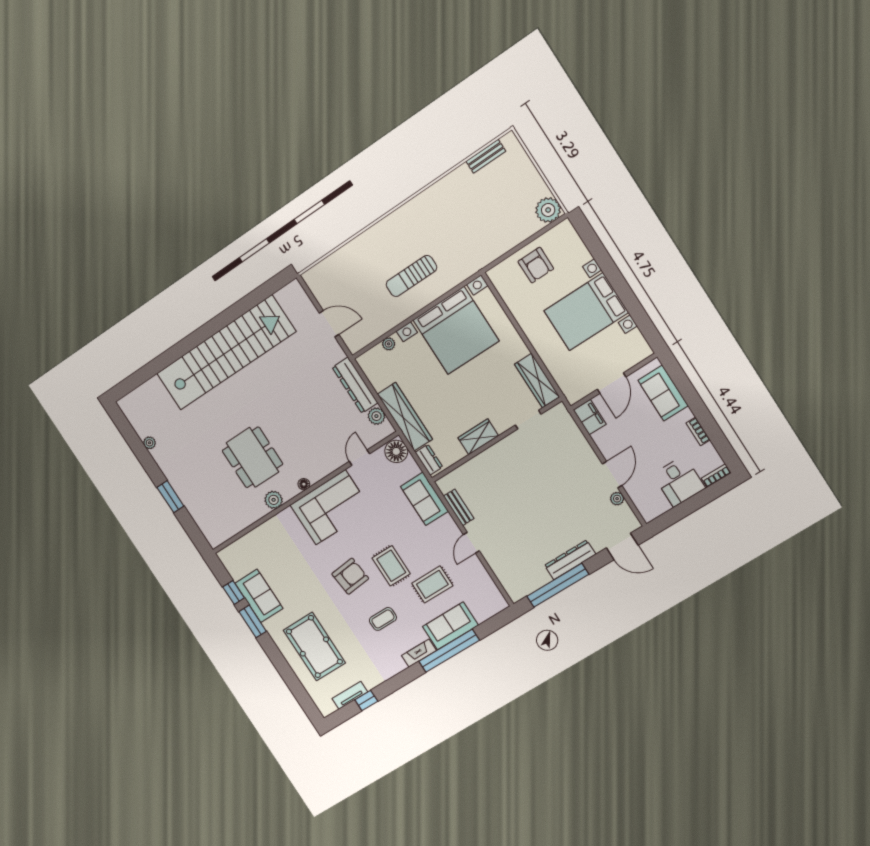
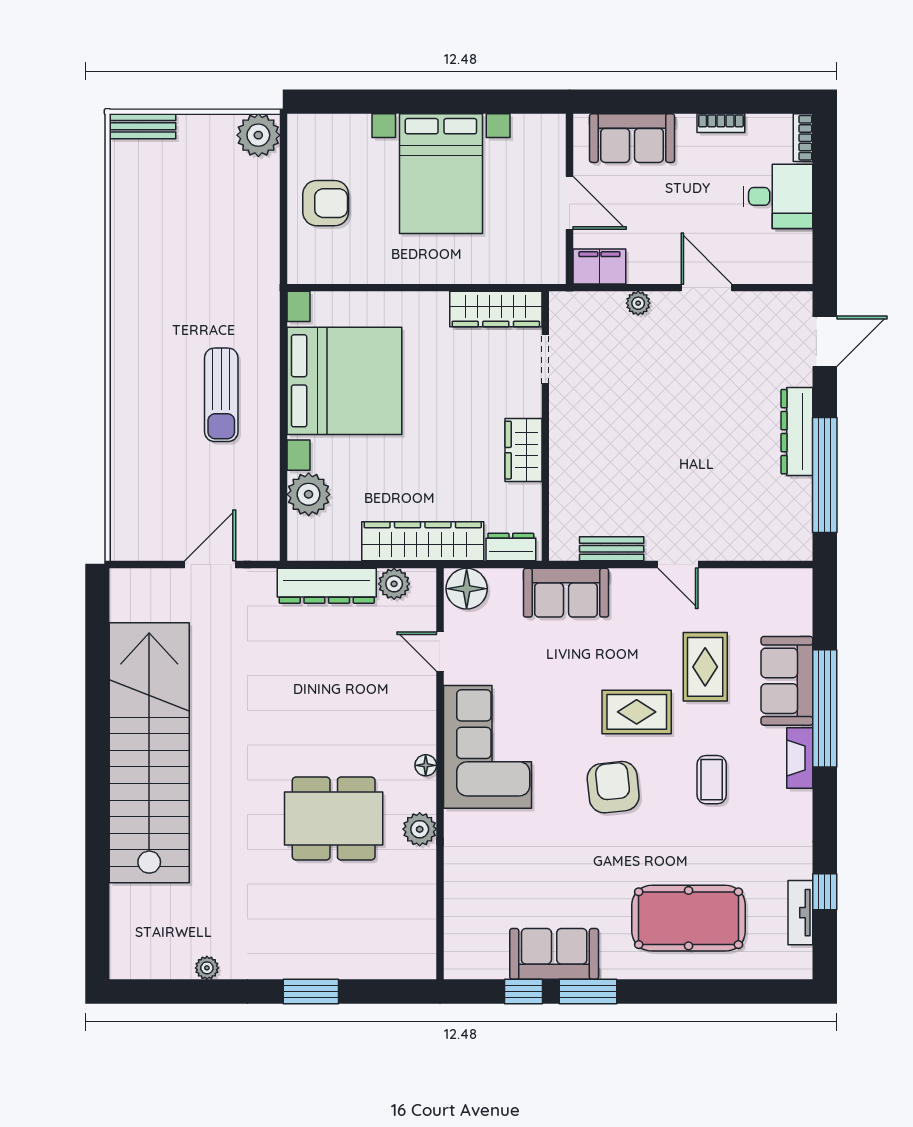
bench: (486, 156) -> (142, 126), moved, turned 90
plant: (389, 344) -> (309, 494), width x1.87, depth x1.87
plant: (617, 499) -> (638, 303), moved

